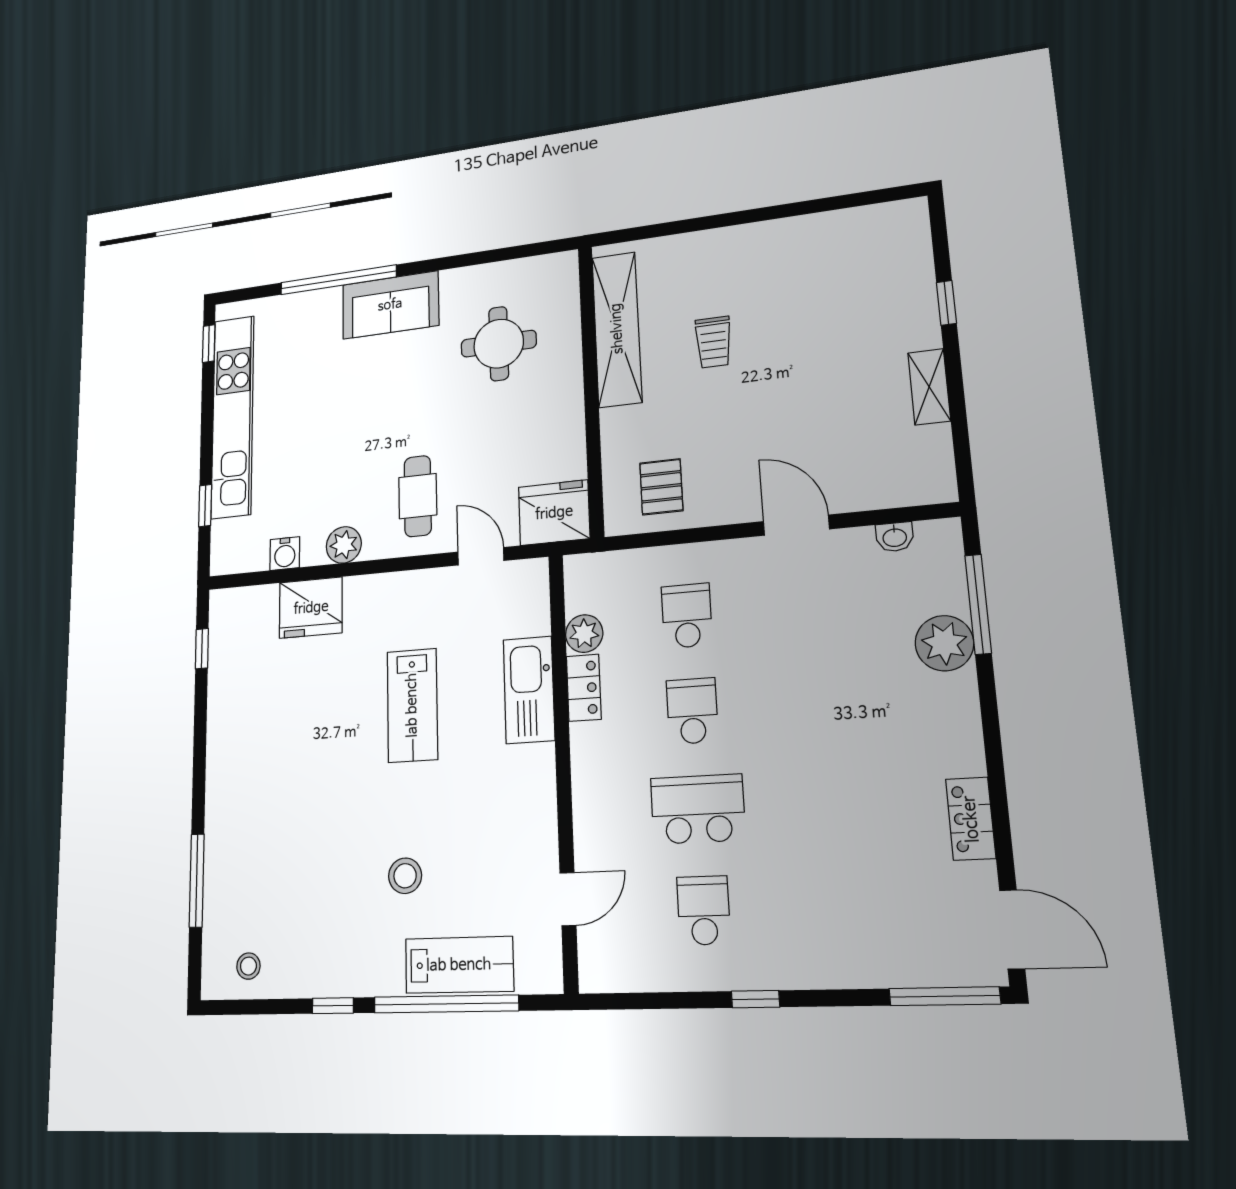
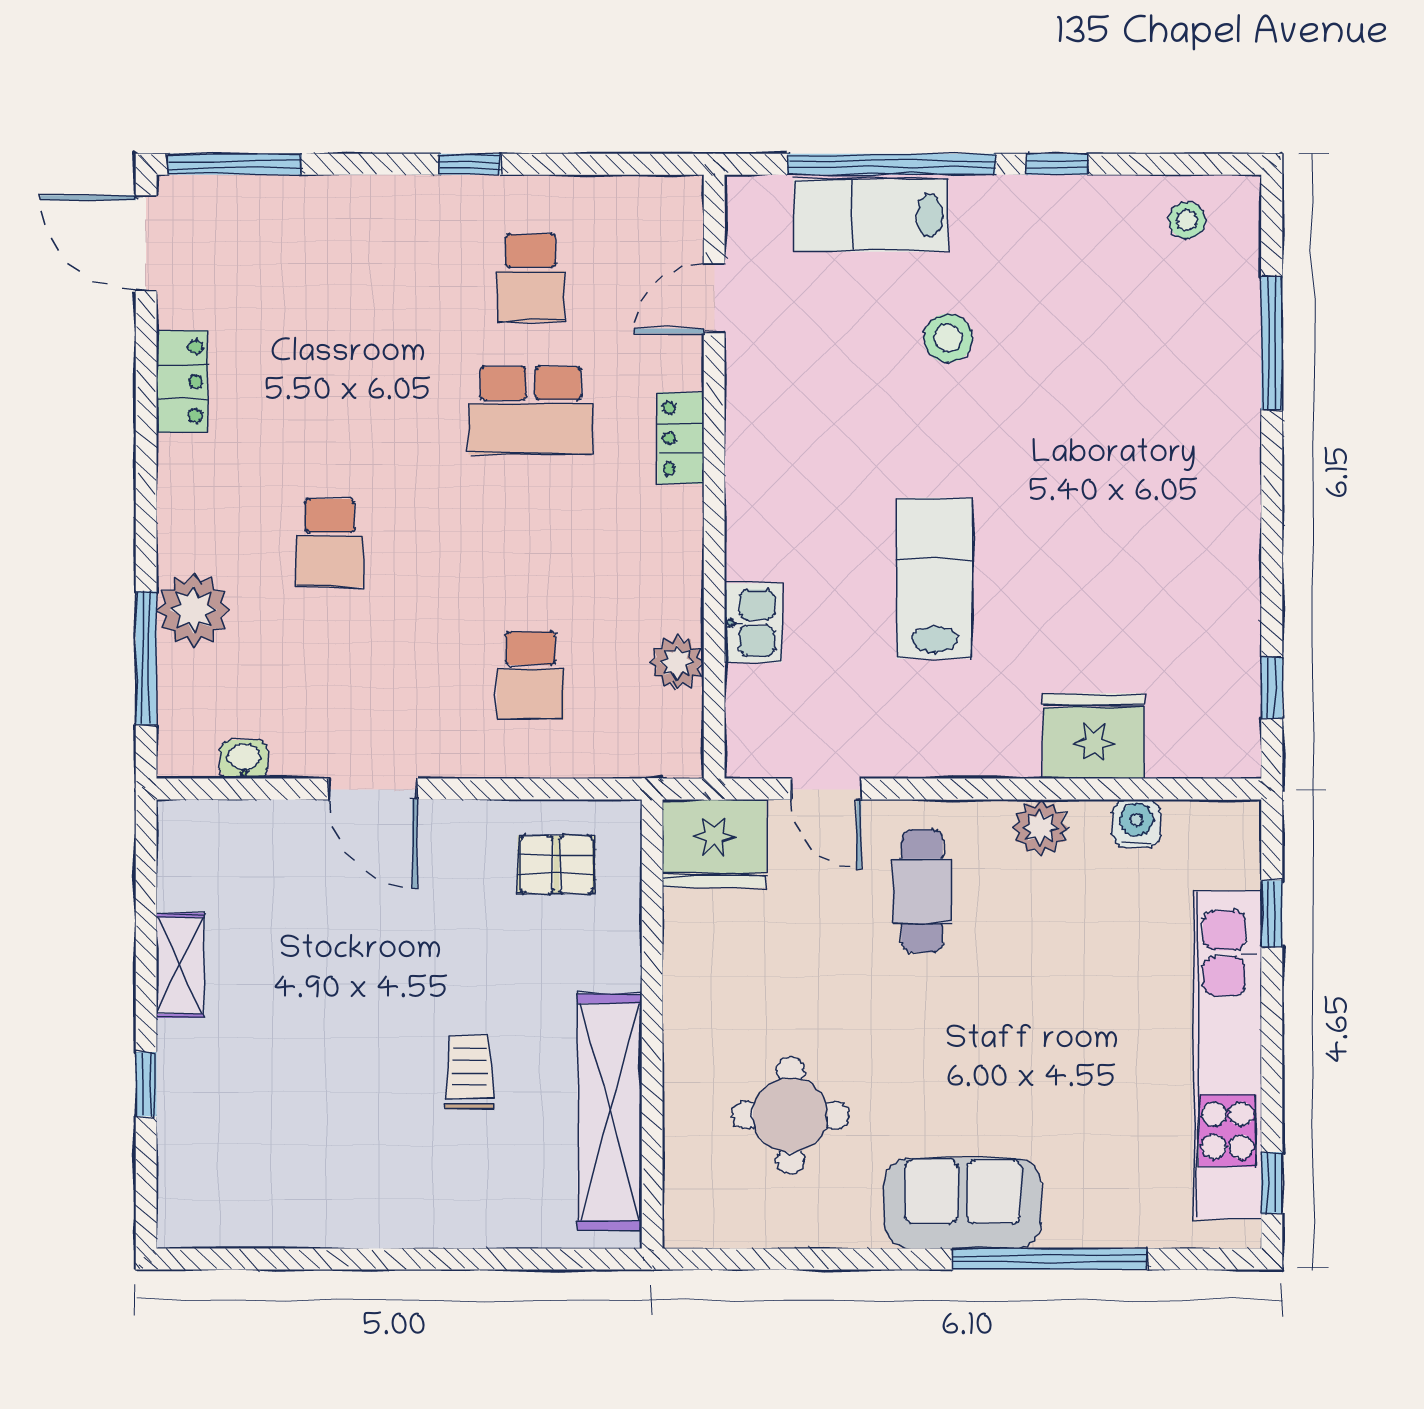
pallet: (661, 487) -> (556, 865), turned 90
locker: (584, 688) -> (681, 438), moved
kitchen sink: (529, 690) -> (753, 623), width x0.53, depth x0.81
school desk: (692, 711) -> (330, 543), moved

